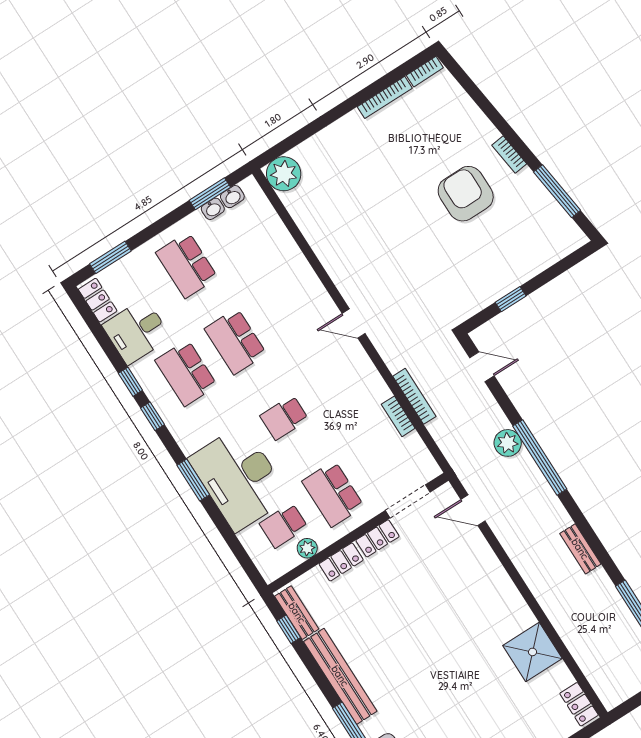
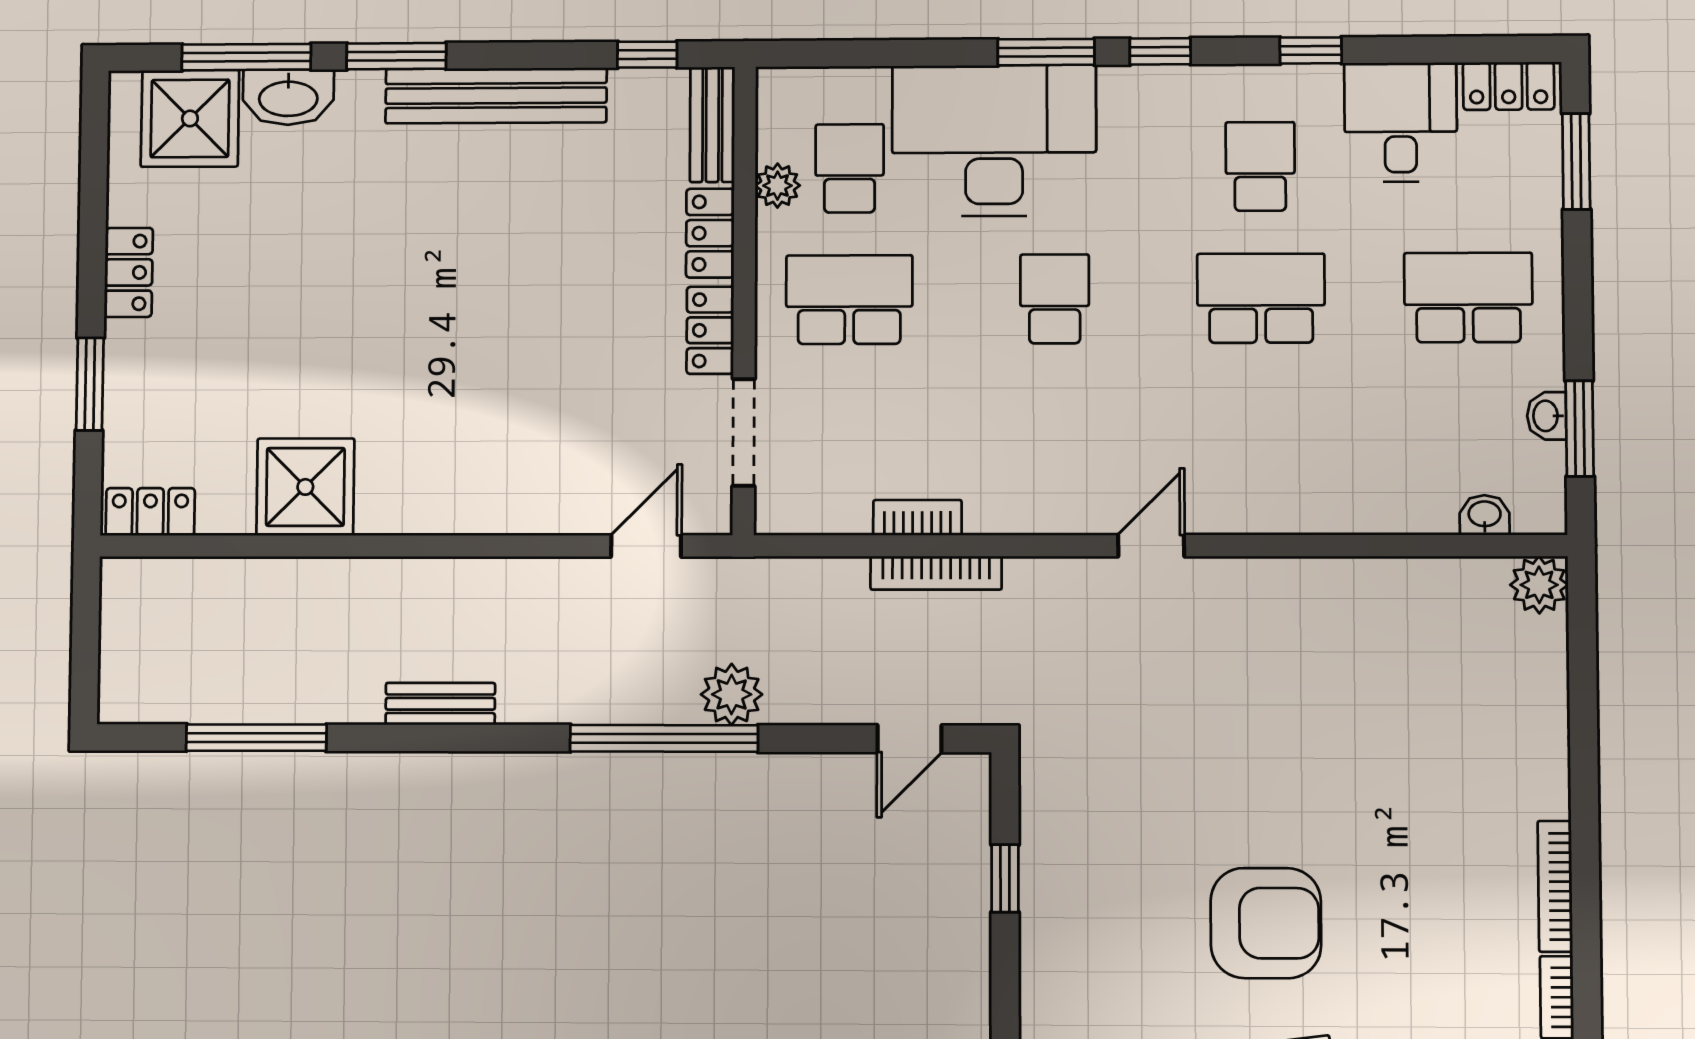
plant: (284, 174) -> (1539, 585), width x0.73, depth x0.73
washbasin: (232, 197) -> (1485, 515), moved, turned 90
school desk: (186, 373) -> (1260, 166), width x0.54
window: (152, 416) -> (1160, 51), moved
bench: (297, 613) -> (712, 124), moved, turned 90

